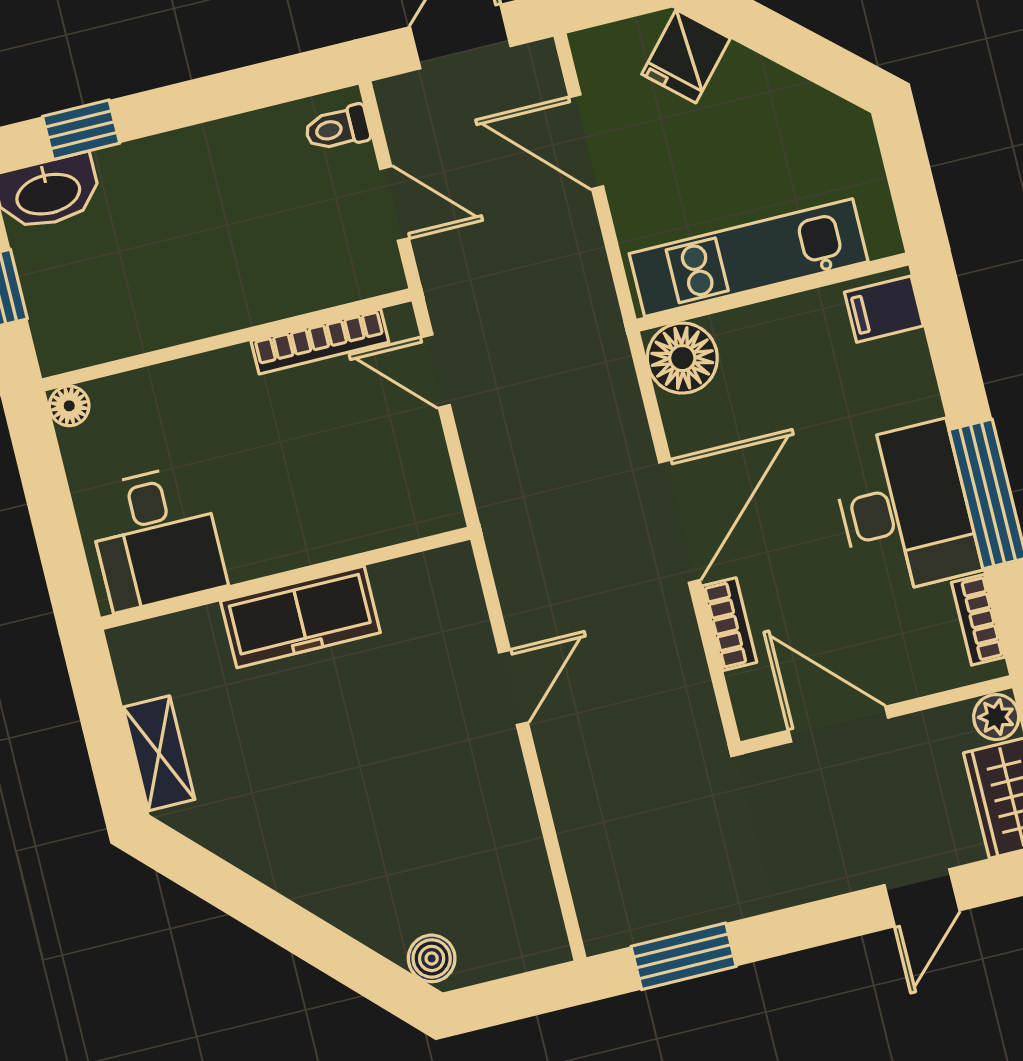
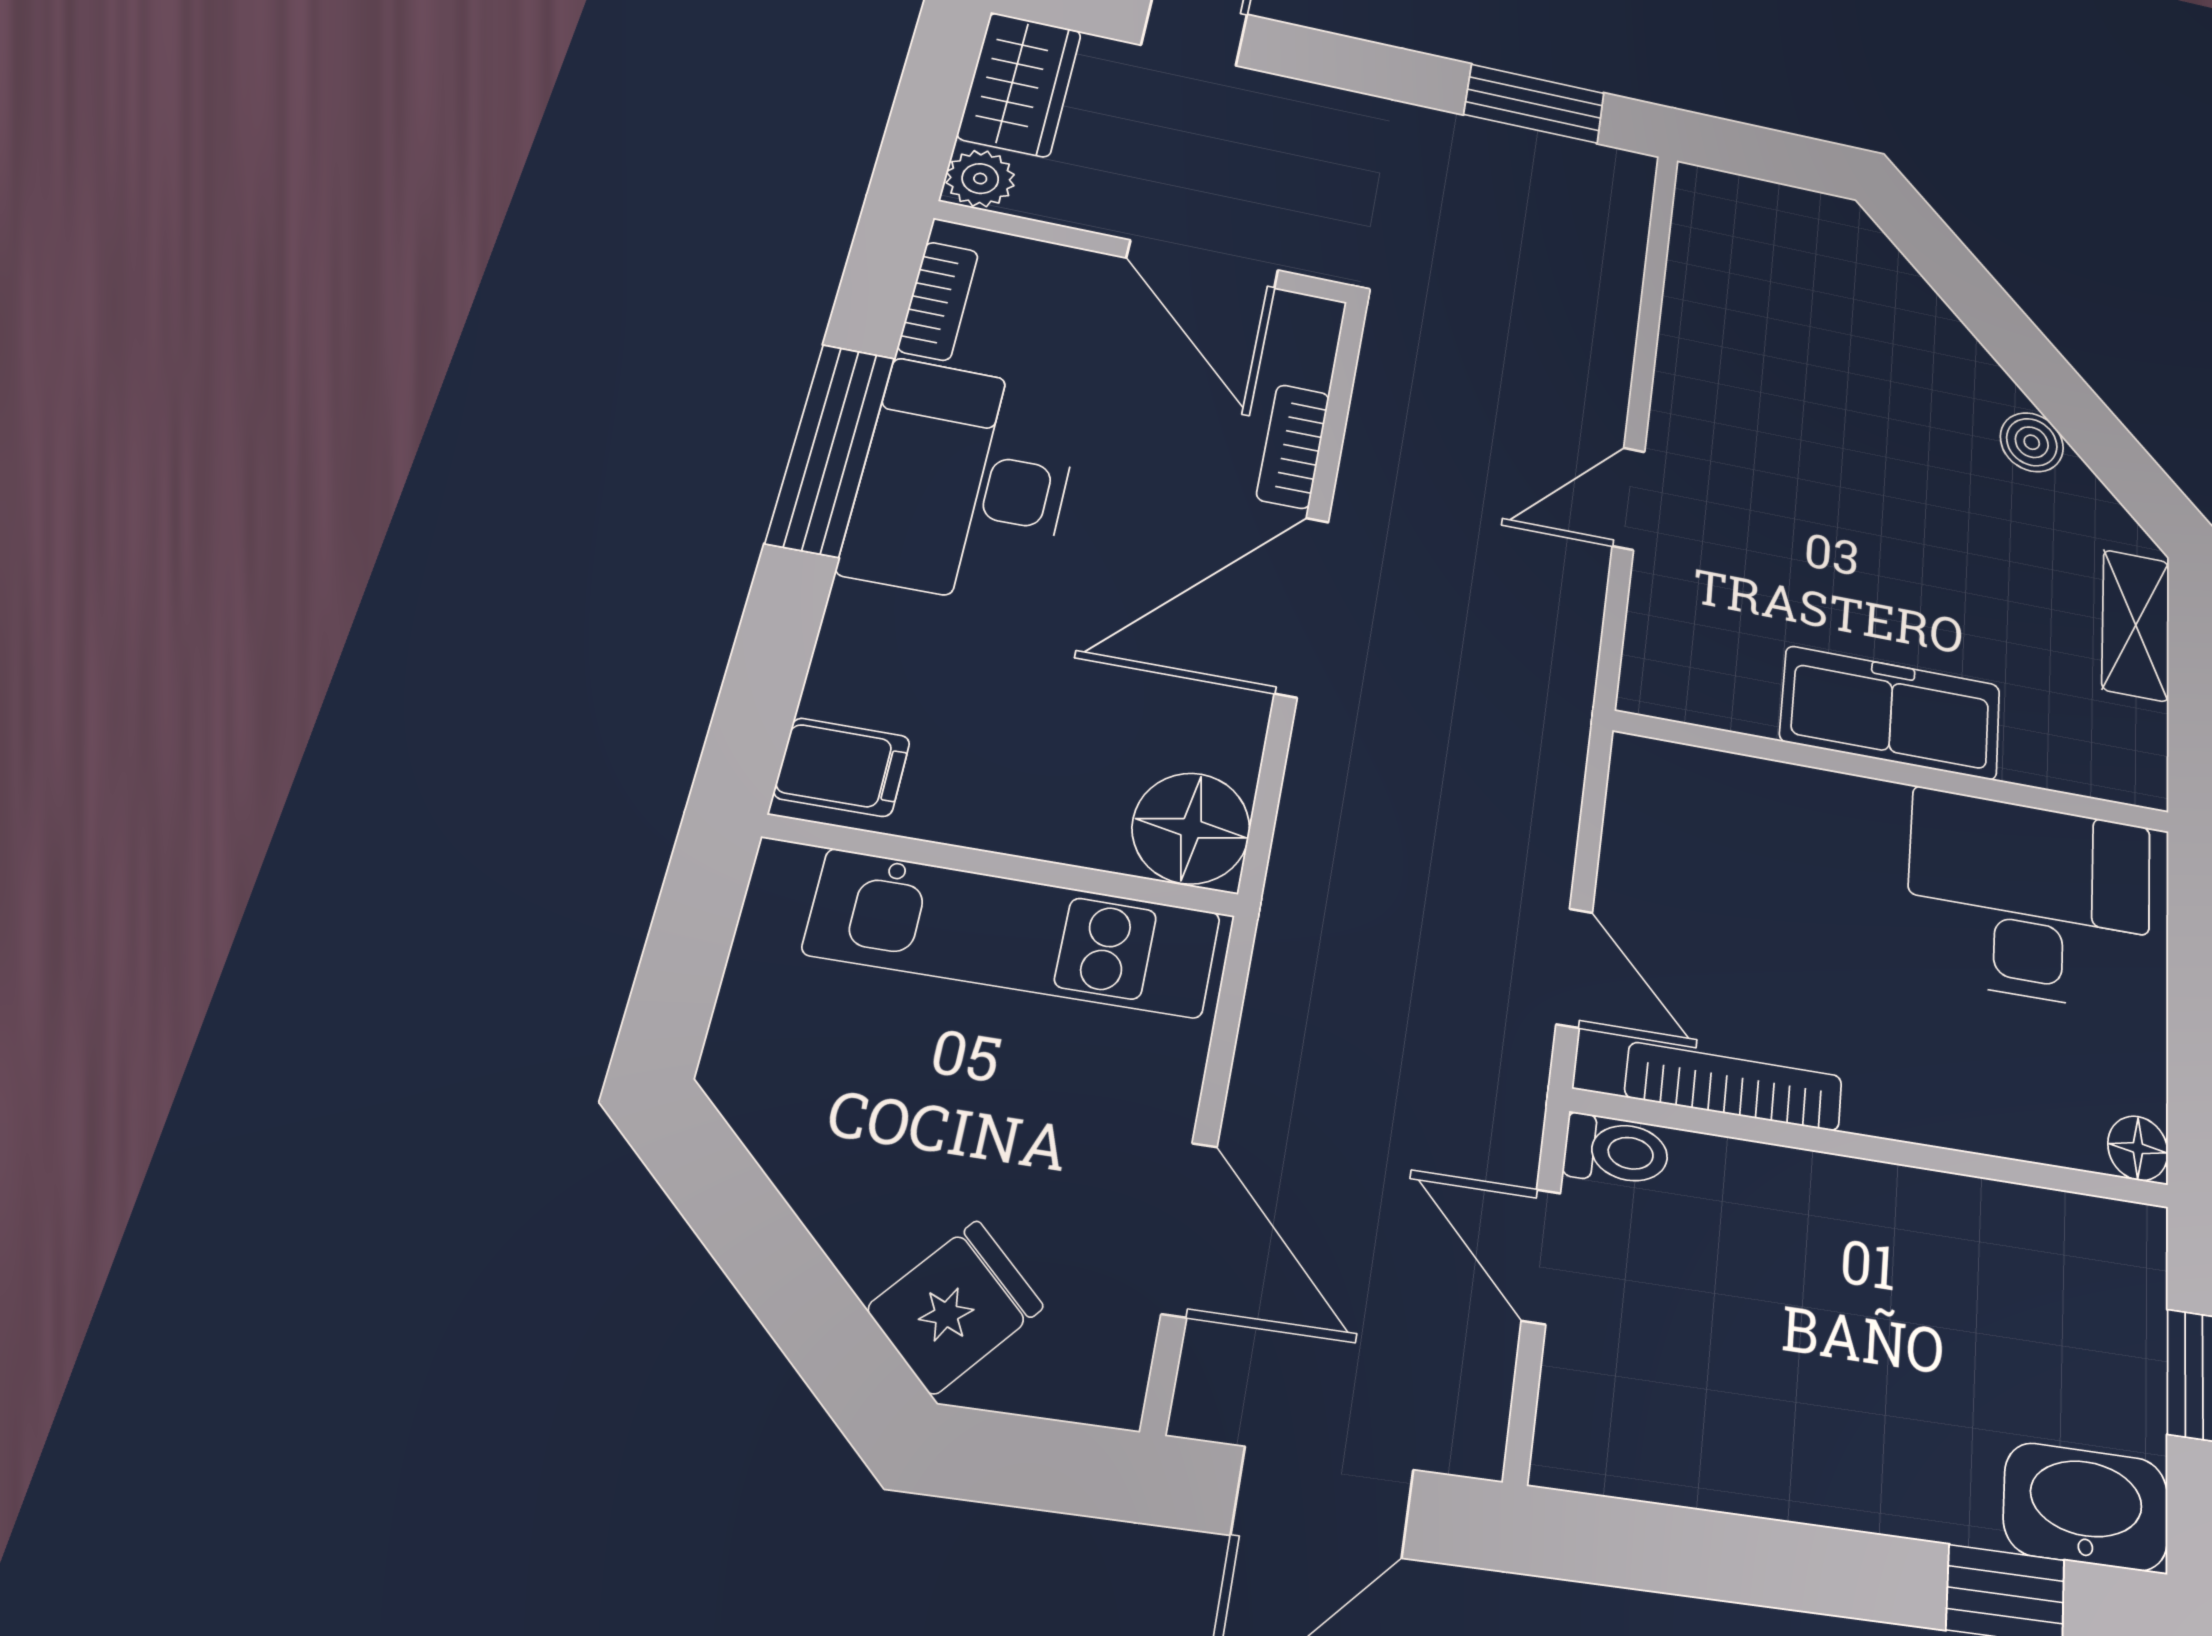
toilet: (337, 128) -> (1616, 1151), moved
desk: (156, 537) -> (2030, 900), width x1.37
boiler: (432, 958) -> (2032, 442), moved

